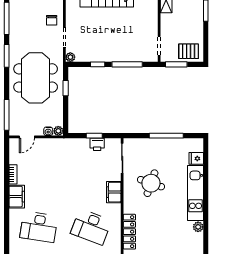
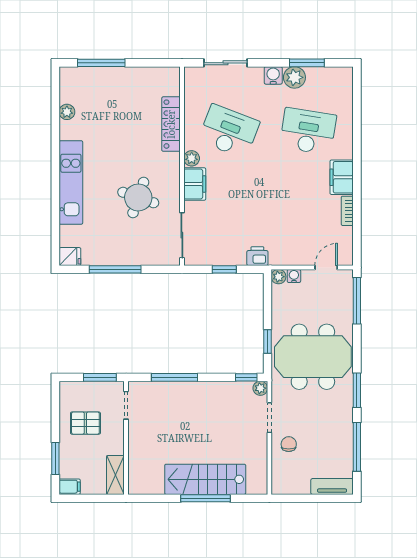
pallet: (189, 51) -> (85, 423), moved
window: (98, 64) -> (246, 377), moved
meeting table: (36, 78) -> (313, 357), turned 90
printer: (97, 144) -> (257, 256), moved
fridge: (196, 158) -> (70, 257), moved
plant: (116, 209) -> (192, 158), added
plant: (198, 227) -> (67, 112), moved

